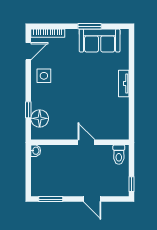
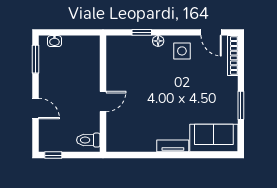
sofa: (100, 40) -> (214, 138), moved, turned 90
floor lamp: (40, 118) -> (158, 41), moved, width x0.53, depth x0.53
washbasin: (36, 151) -> (54, 41), moved
door: (92, 199) -> (36, 108), swing flipped

